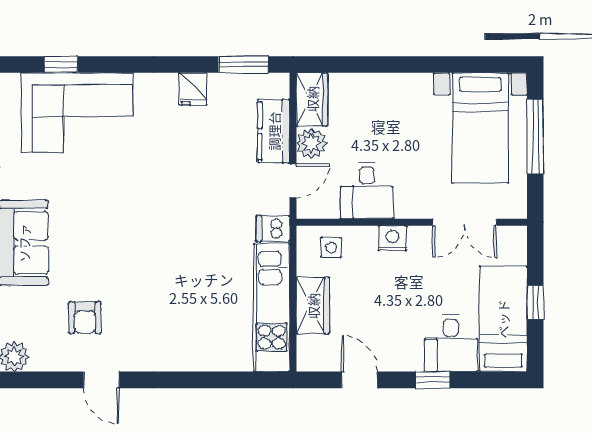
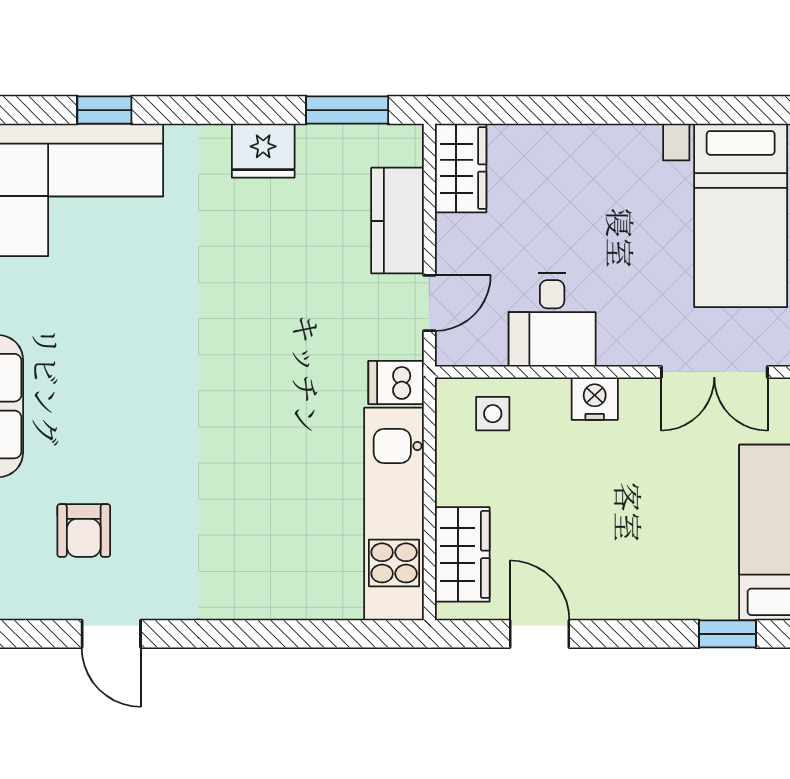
window: (61, 65) -> (104, 110), moved
fridge: (193, 89) -> (263, 151), width x1.38
plant: (311, 143) -> (460, 241), removed
wardrobe: (313, 306) -> (462, 554), moved
desk: (451, 343) -> (692, 573), removed
window: (433, 380) -> (728, 634), moved

